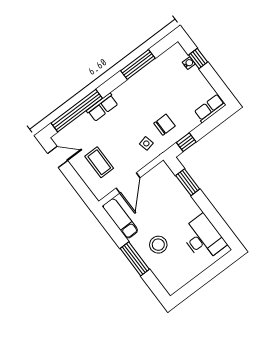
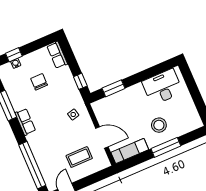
row of seats: (102, 107) -> (25, 122), moved
chair: (164, 125) -> (39, 82), moved

